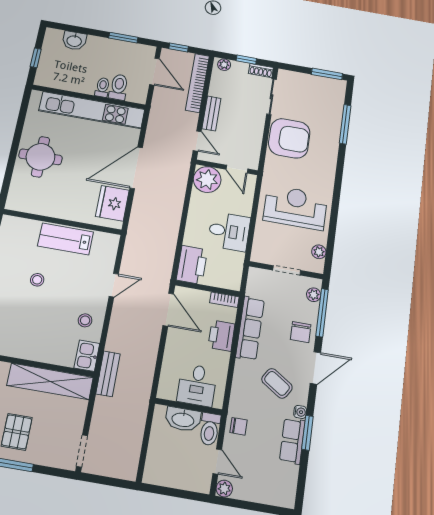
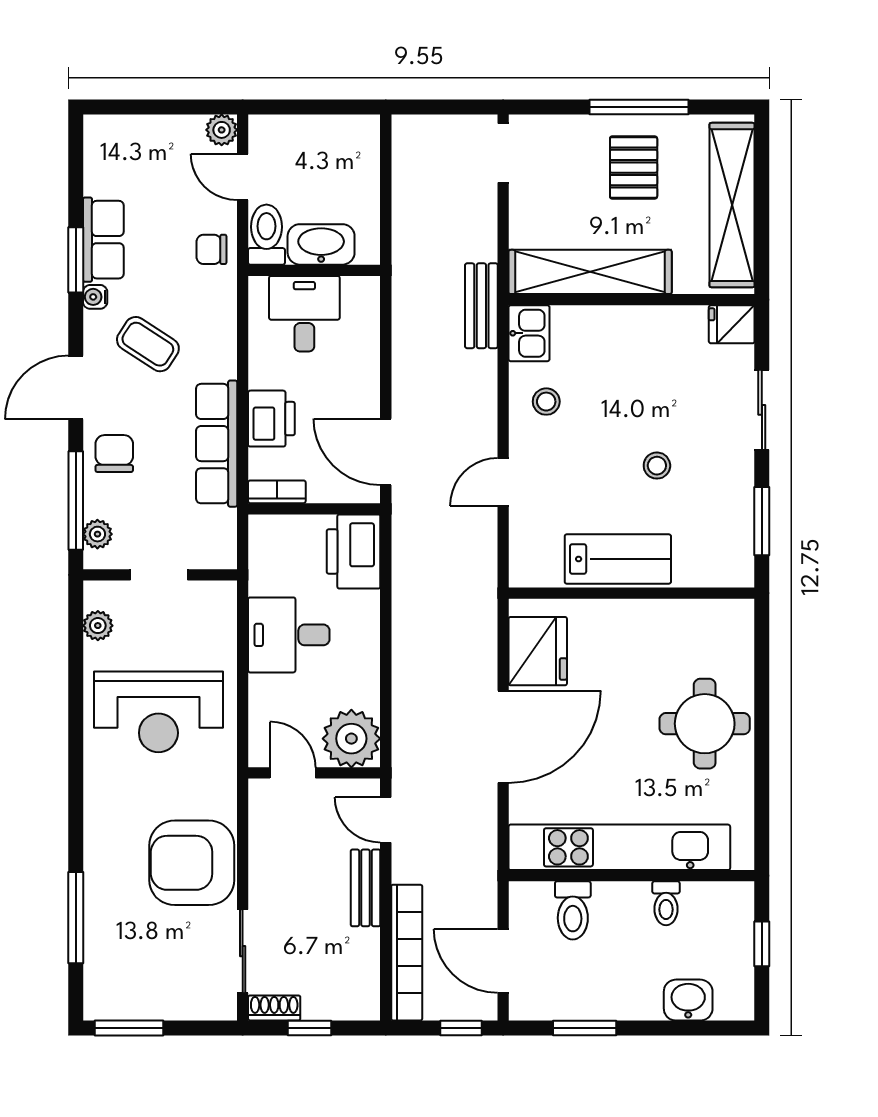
plant: (224, 65) -> (356, 1007), removed
toilet: (102, 87) -> (666, 903), moved

